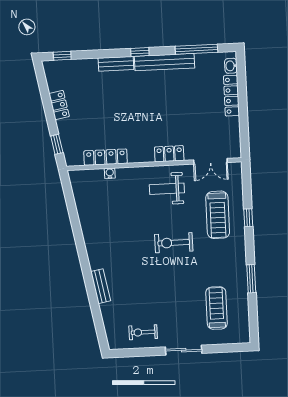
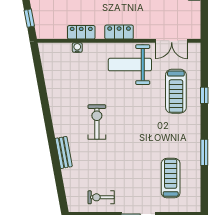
locker: (169, 154) -> (119, 32), moved
locker: (106, 157) -> (81, 32), width x0.66
weight bench: (167, 189) -> (130, 65), width x1.36, depth x1.33
exercise bike: (174, 243) -> (97, 122), moved, turned 90

